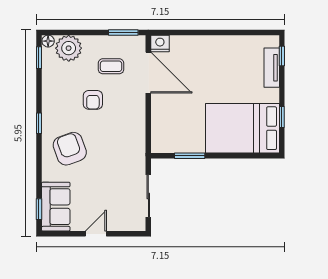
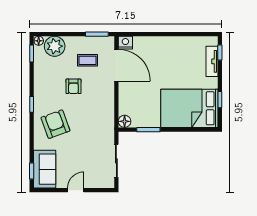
floor lamp: (159, 145) -> (125, 121), added

